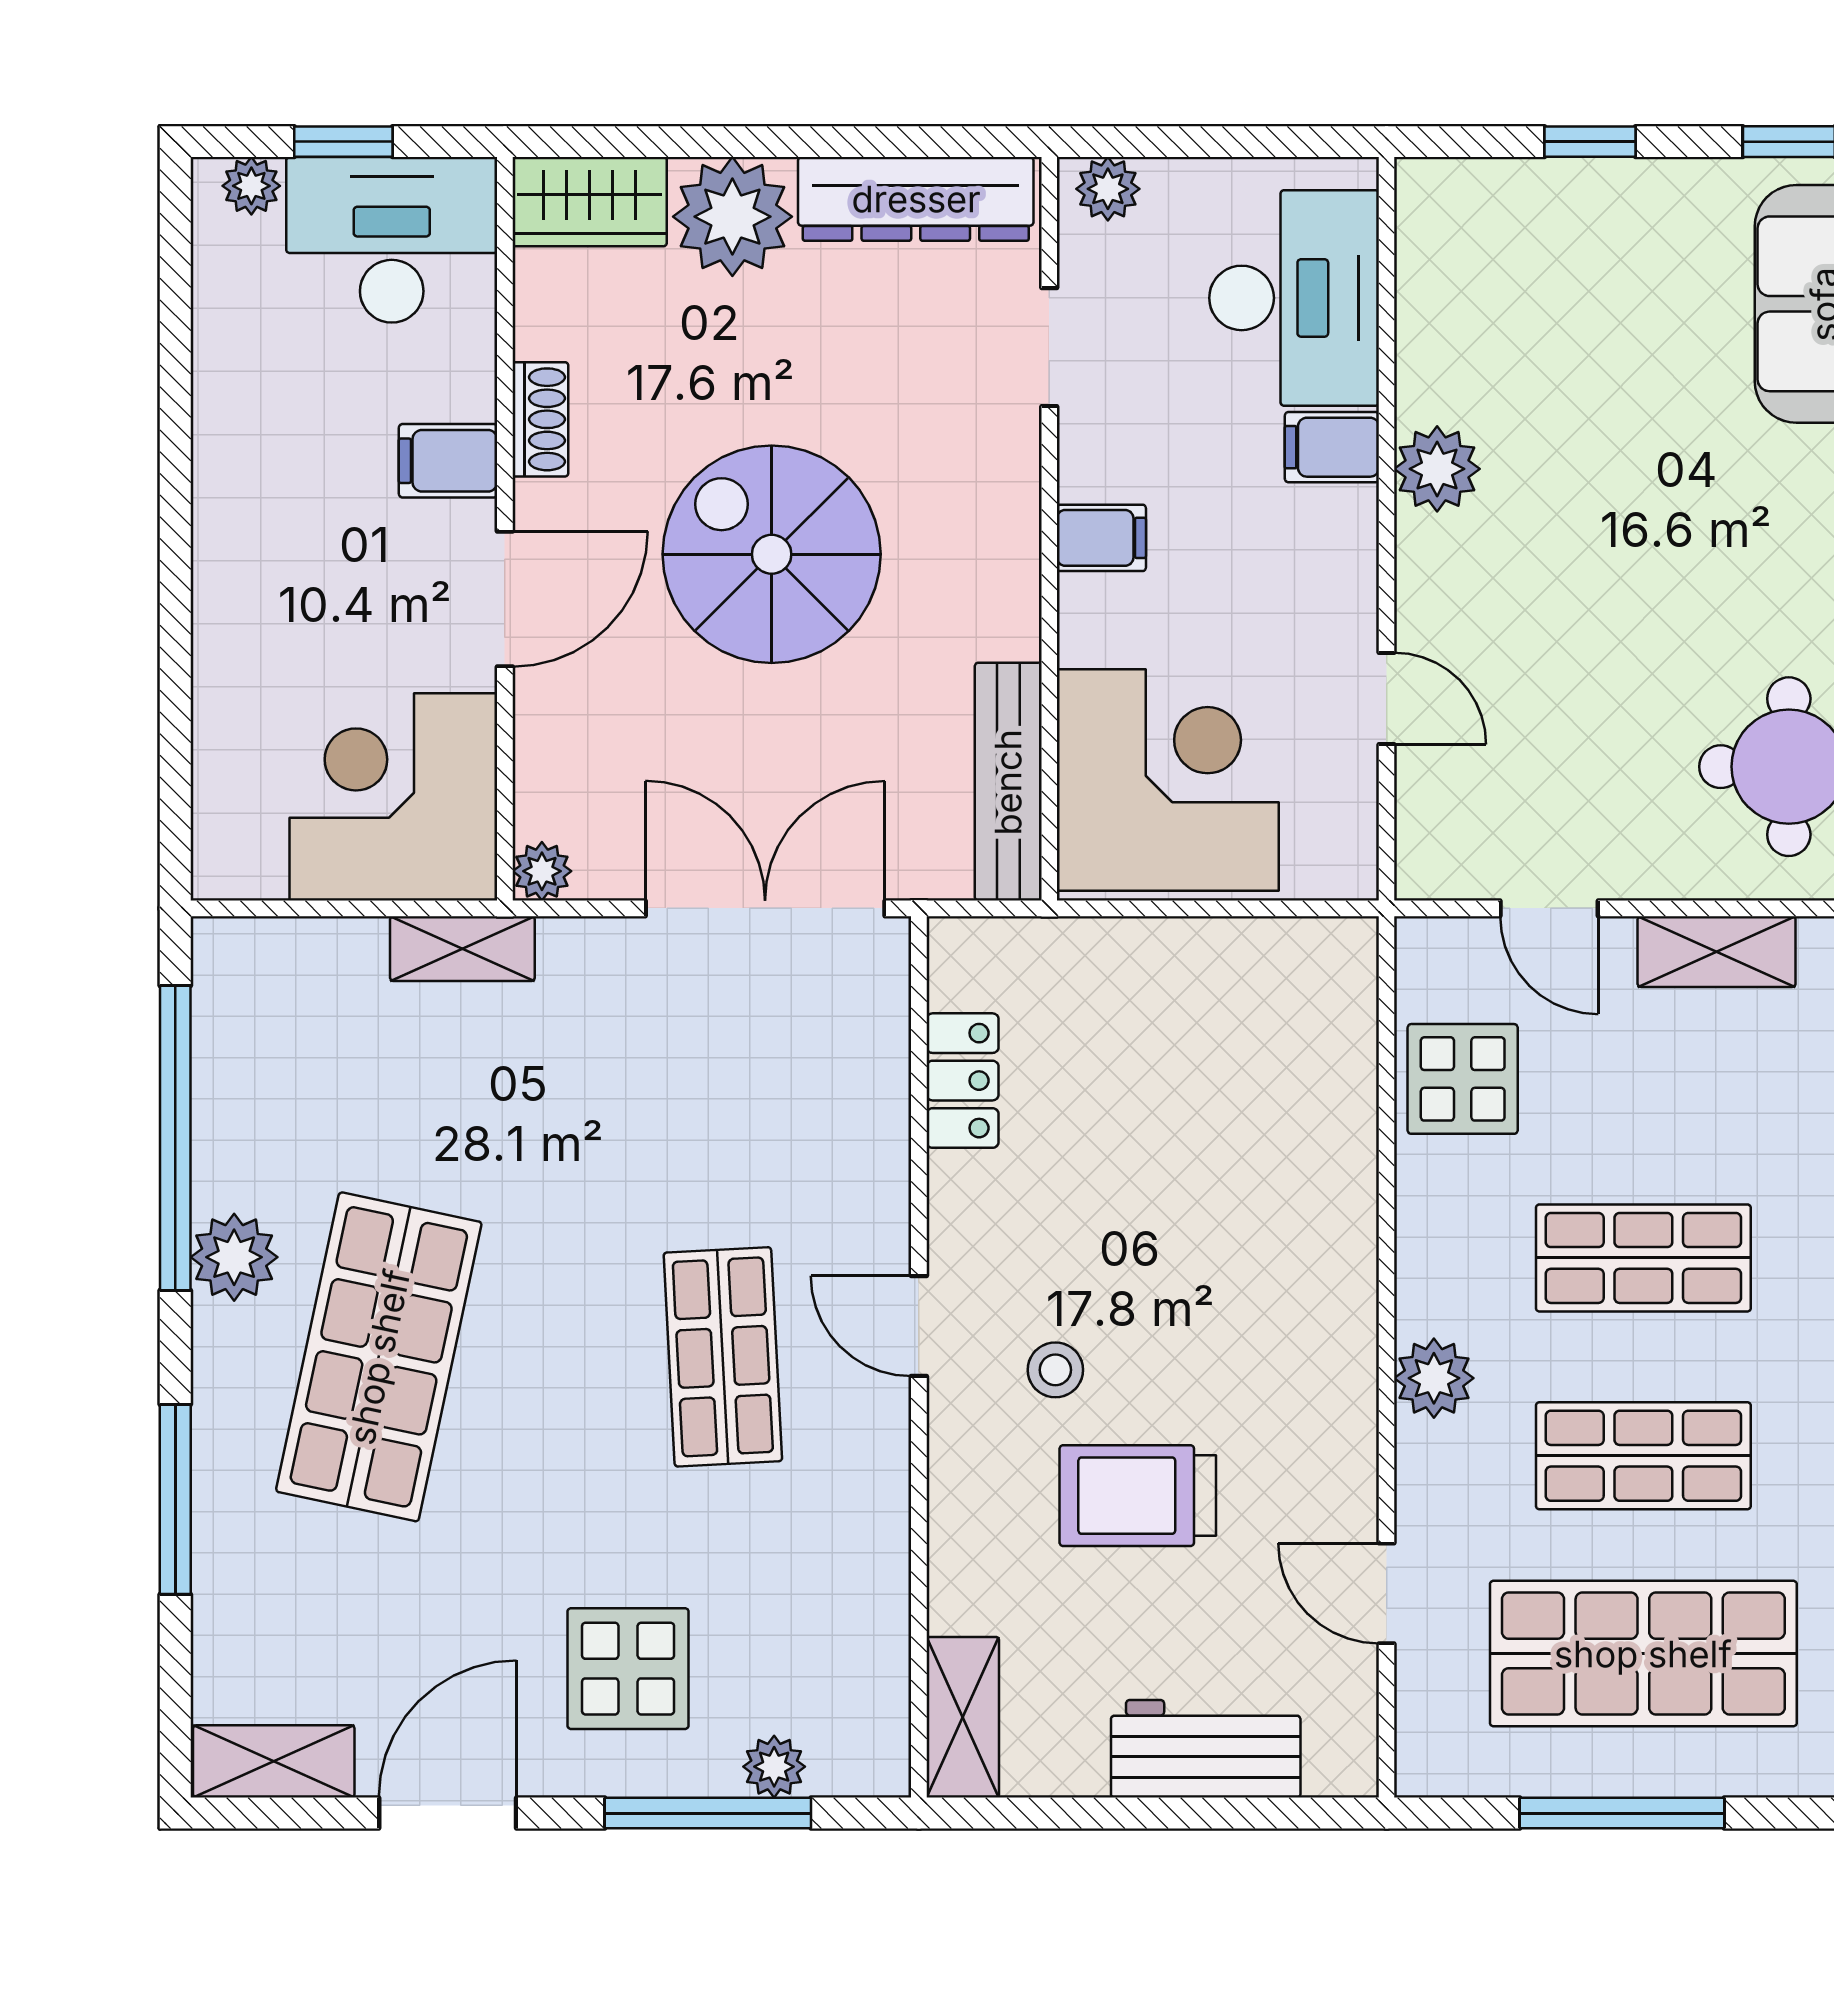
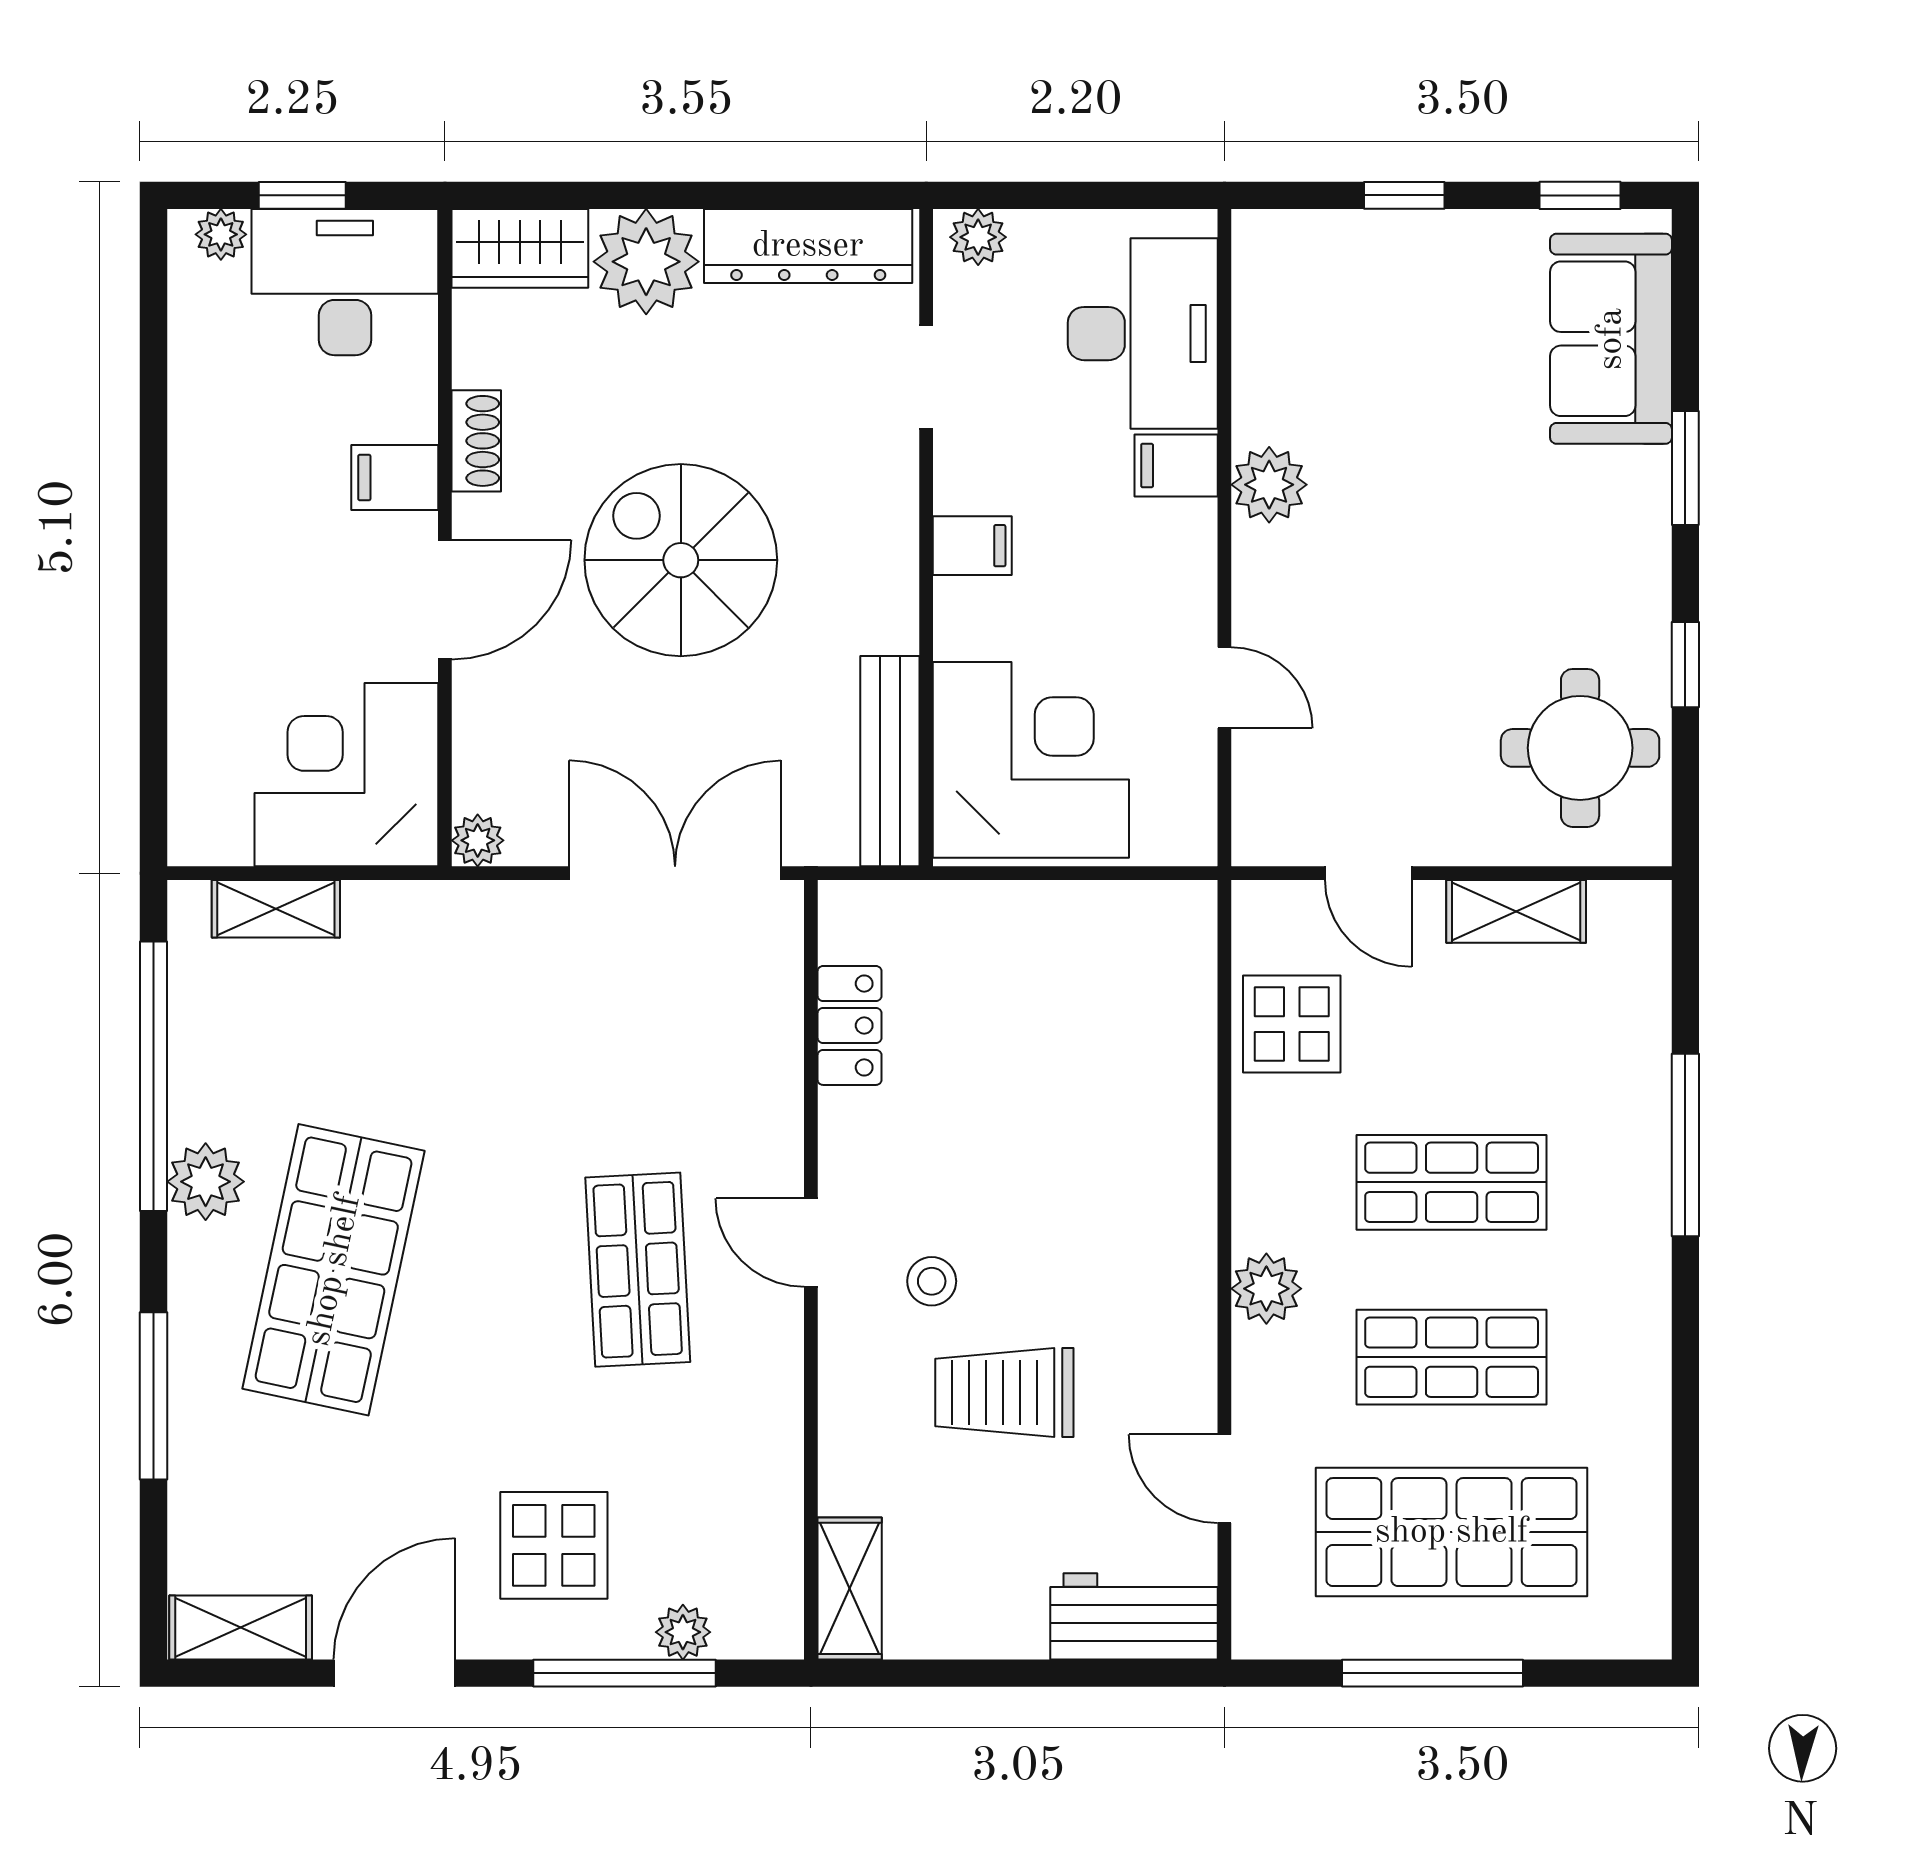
shelving: (462, 949) -> (276, 909), moved
workbench: (1206, 1749) -> (1134, 1616), moved

